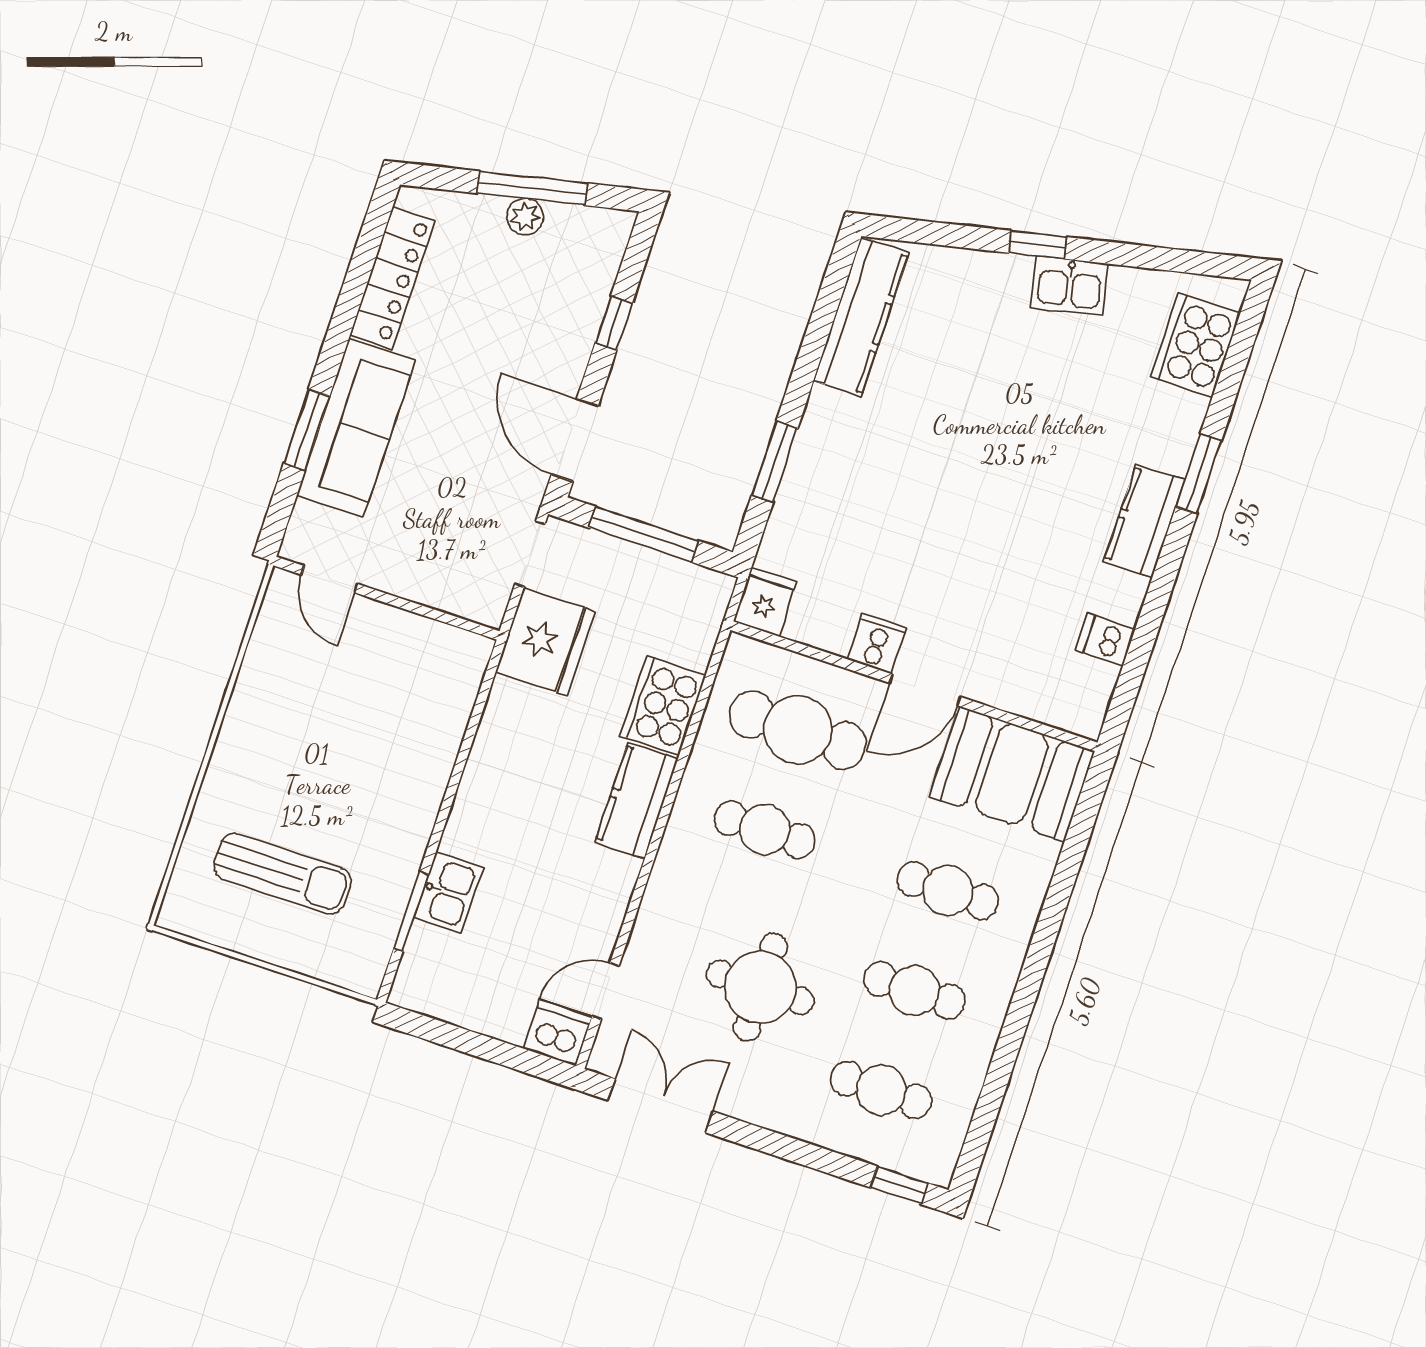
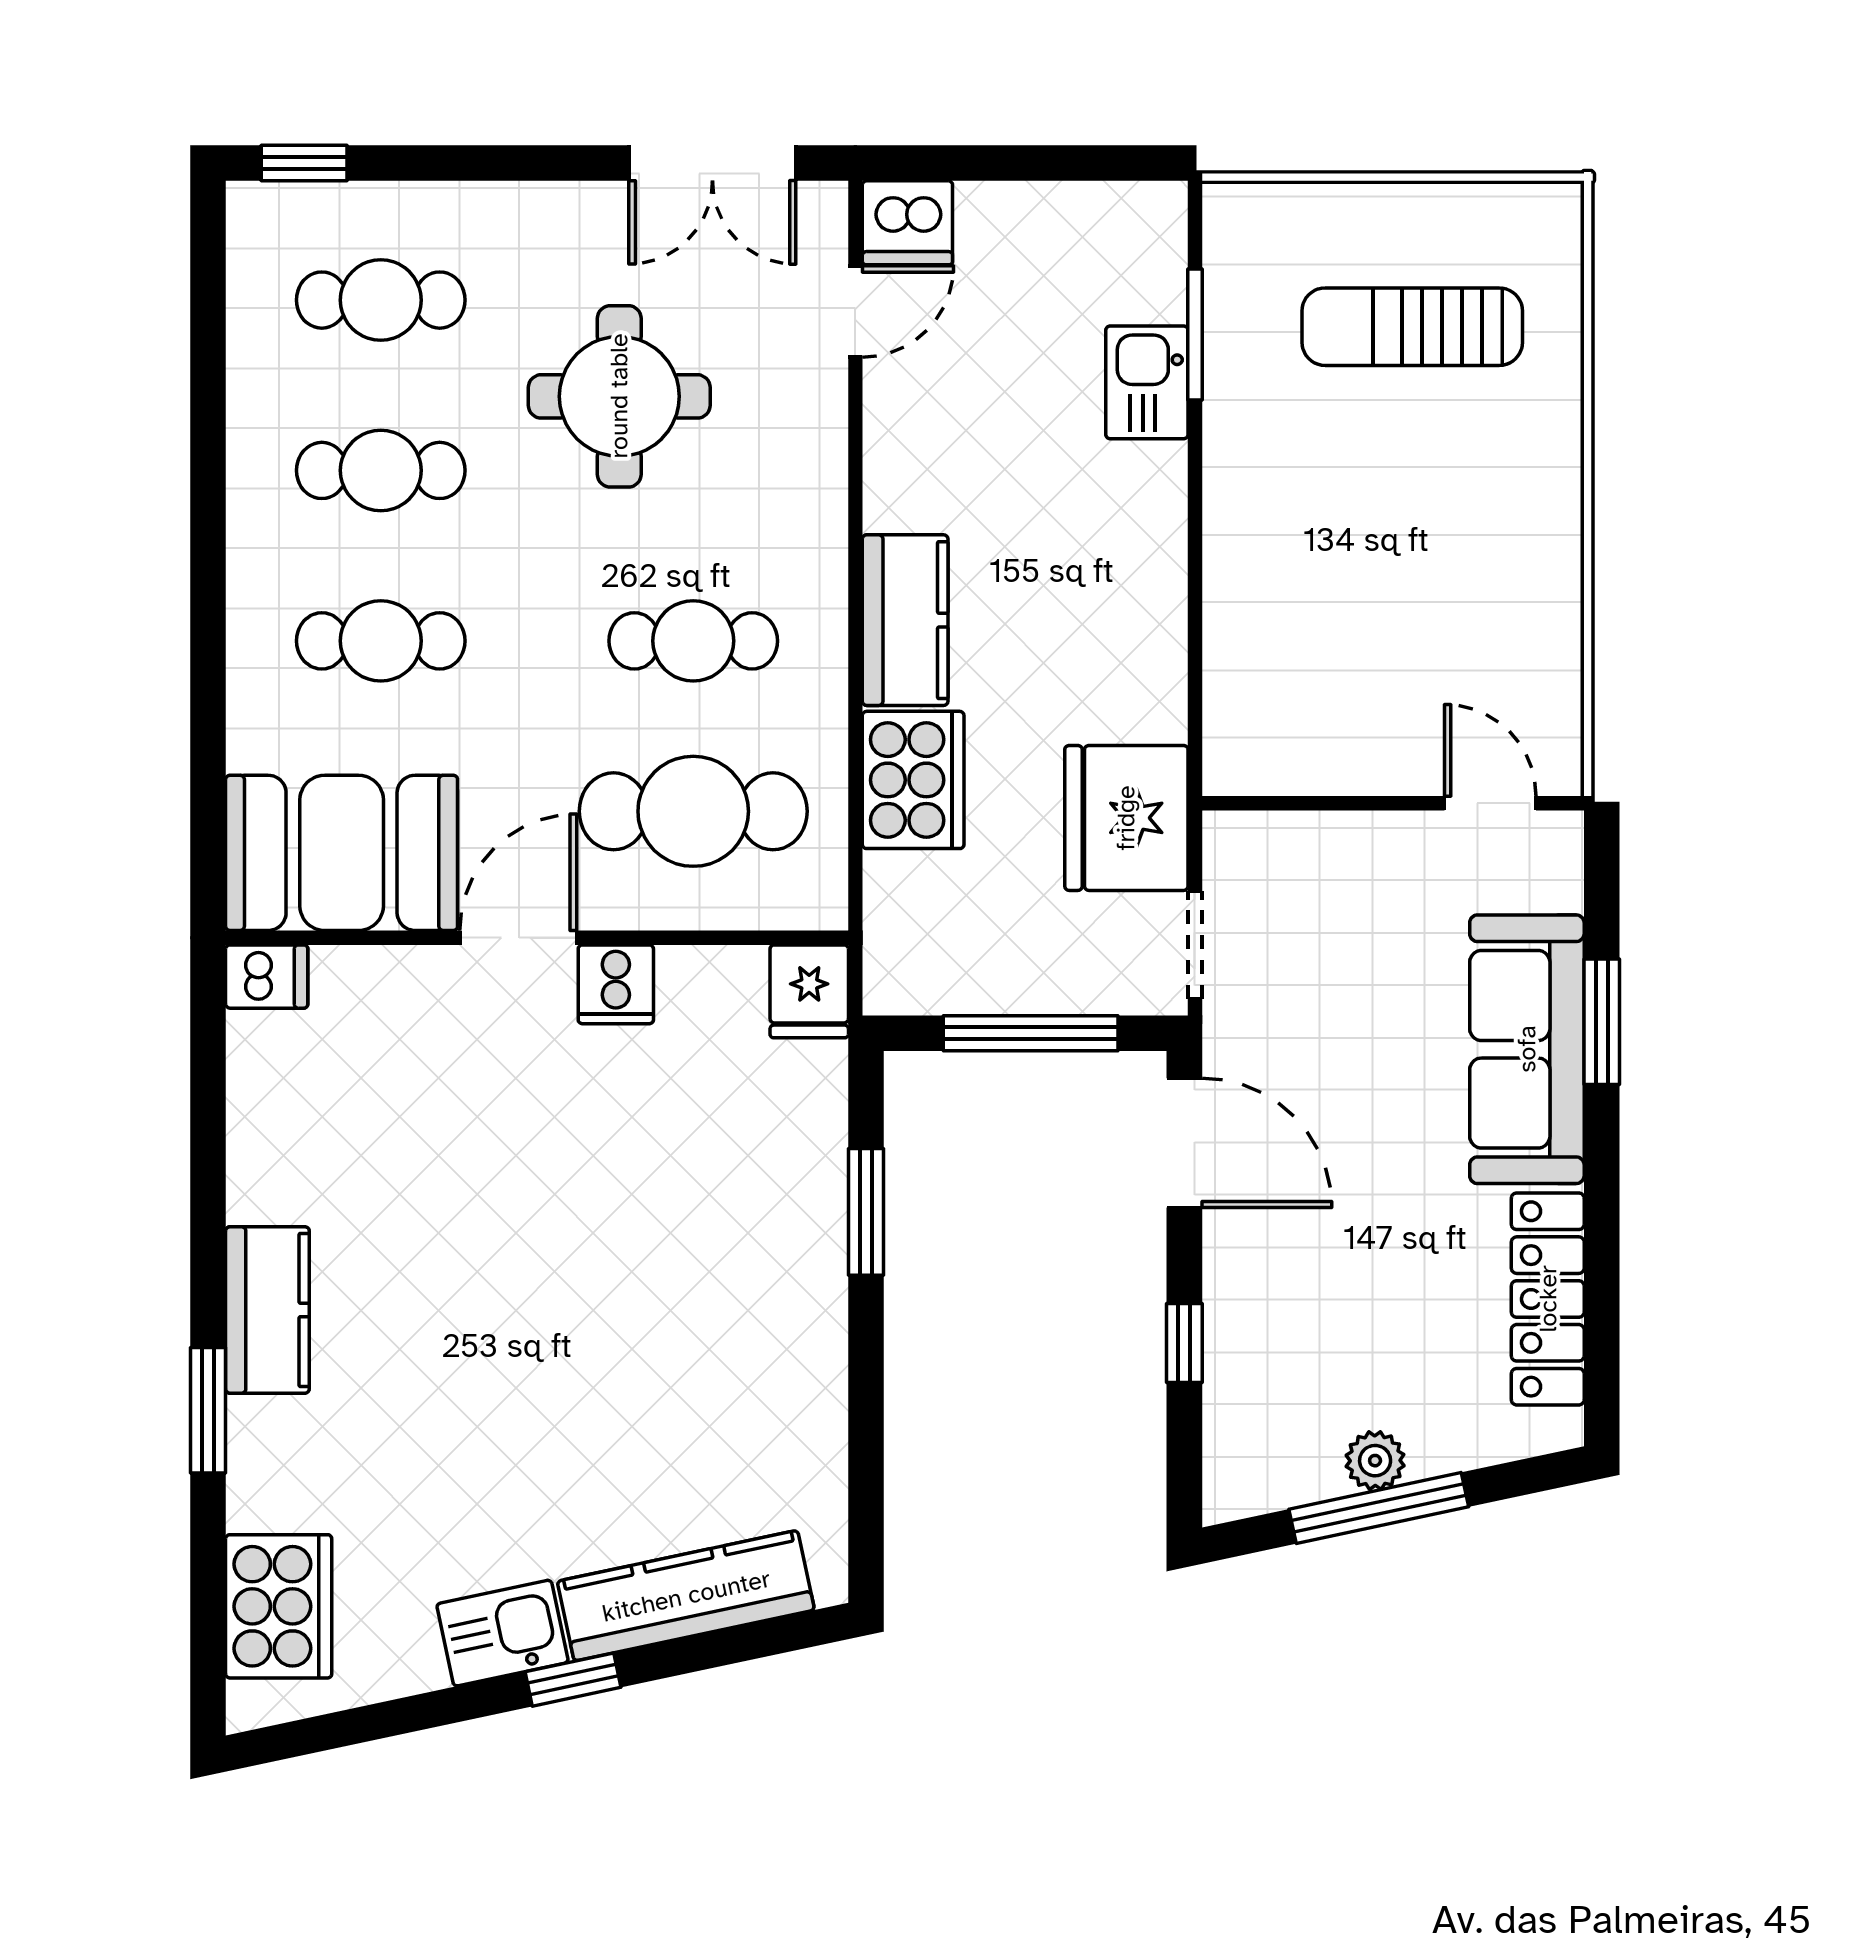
kitchen counter: (861, 317) -> (686, 1596), moved, turned 78
dishwasher: (1105, 639) -> (267, 977), moved

